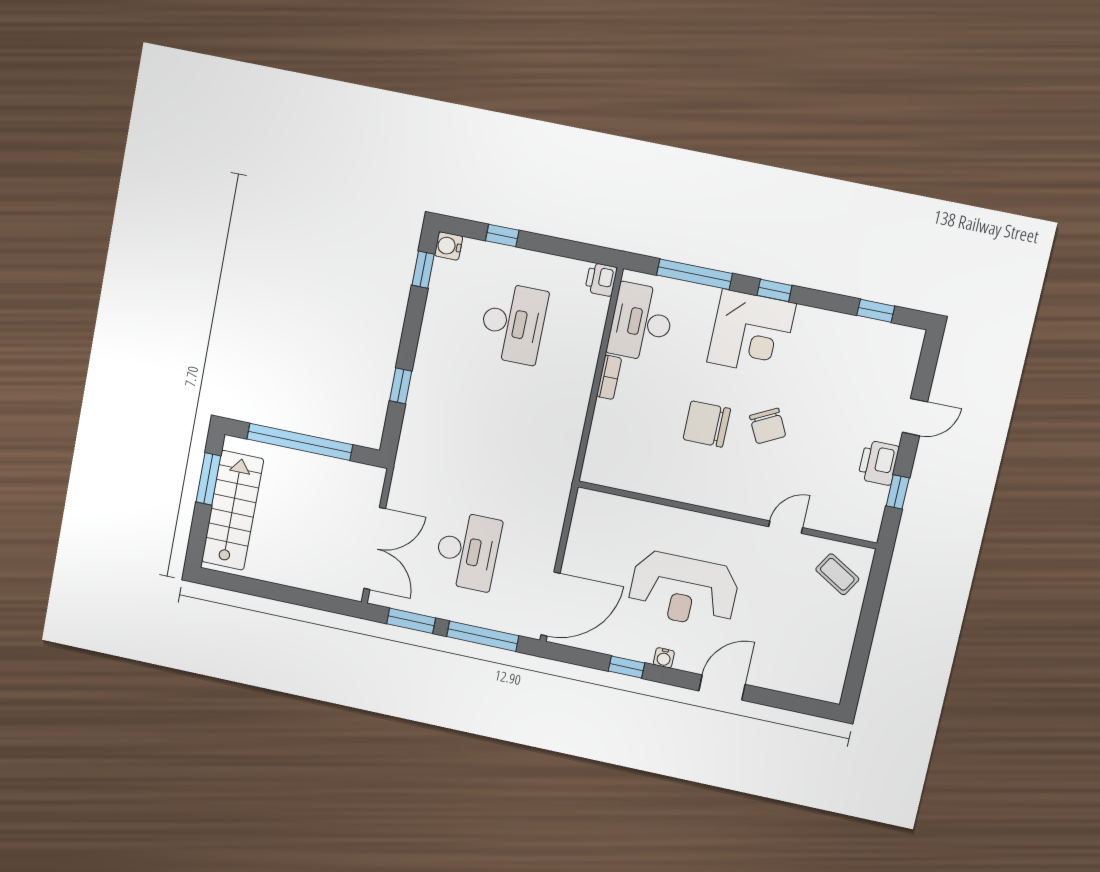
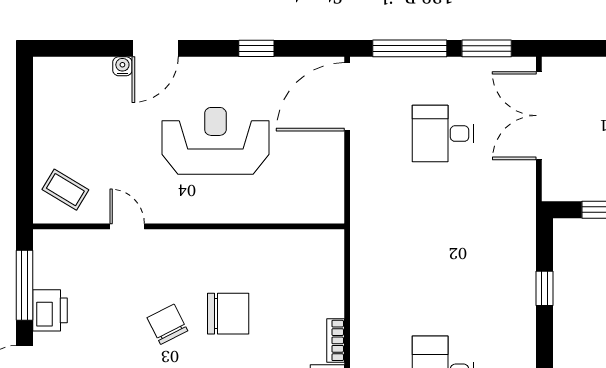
window: (898, 492) -> (25, 285), width x2.17
door: (786, 527) -> (127, 226), swing flipped
desk: (467, 551) -> (443, 134), width x0.73
water cooler: (664, 658) -> (122, 66), moved

